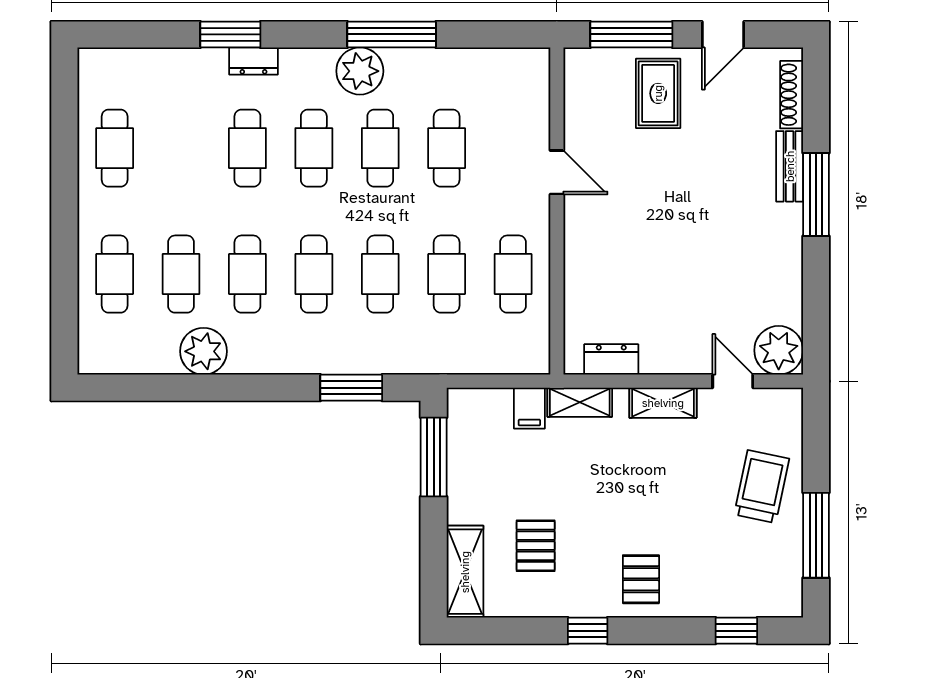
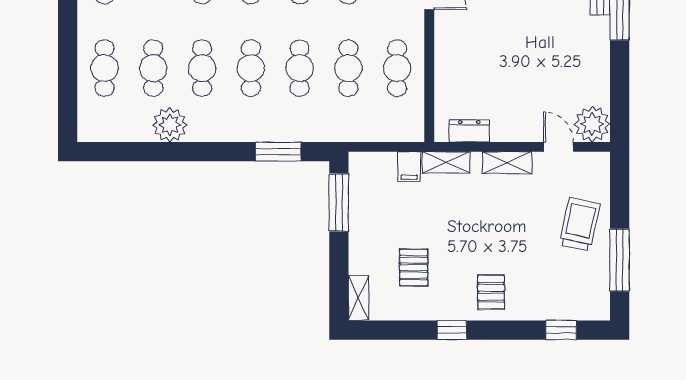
shelving: (465, 572) -> (358, 298), width x0.67, depth x0.75

